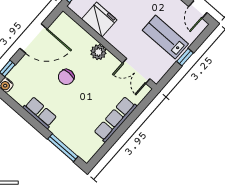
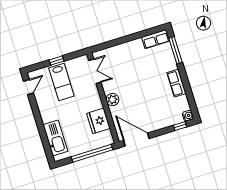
door: (34, 39) -> (136, 140), moved
chair: (66, 77) -> (144, 96), removed
row of seats: (115, 119) -> (156, 39), moved, width x0.68

